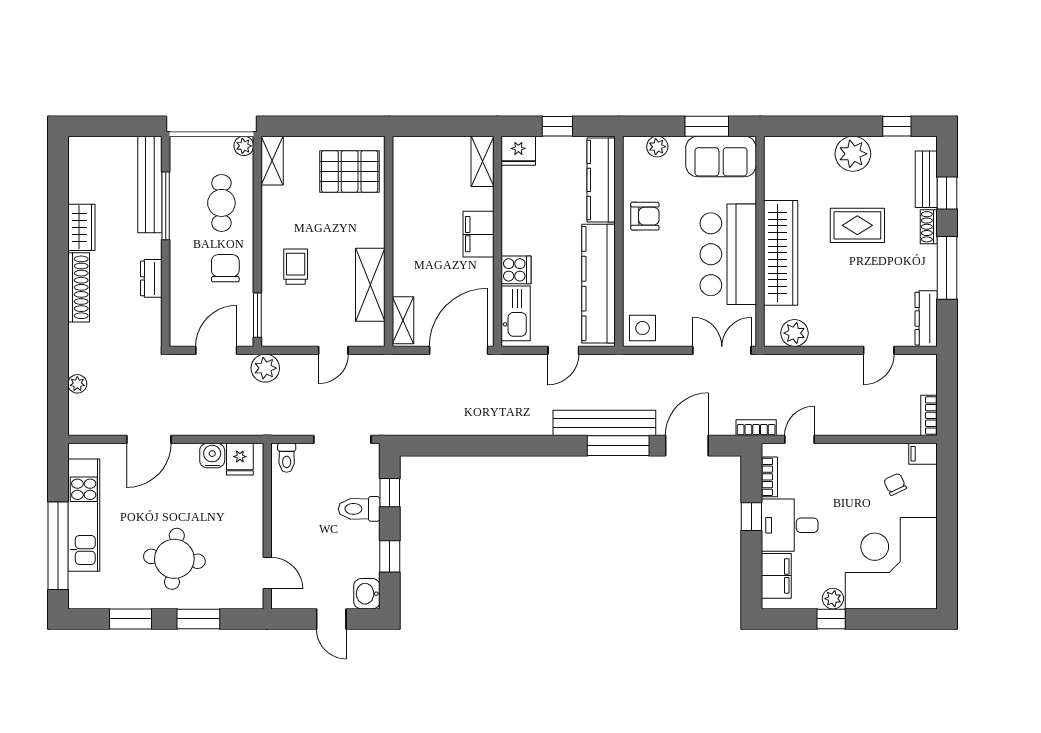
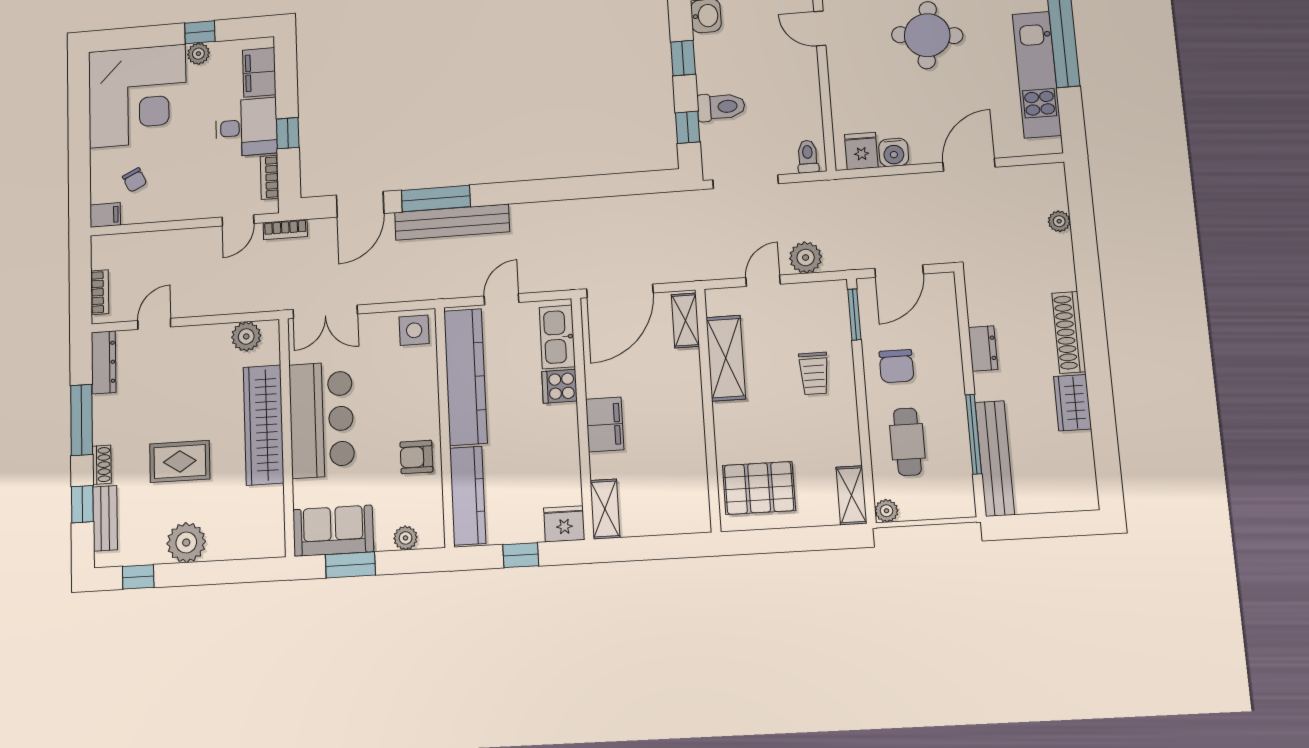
plant: (265, 368) -> (806, 258), moved
bookcase: (929, 415) -> (100, 292), moved

